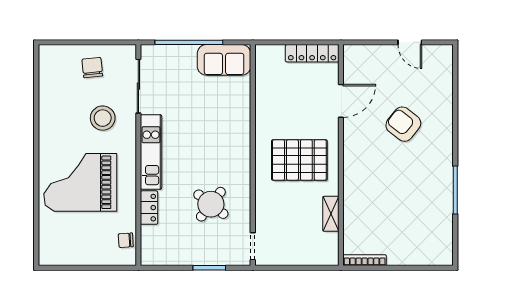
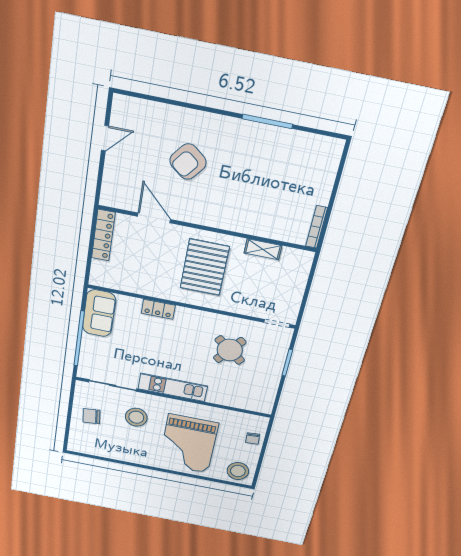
locker: (149, 208) -> (158, 309), moved, turned 180
chair: (126, 240) -> (253, 438), moved
stool: (56, 246) -> (238, 471), added

